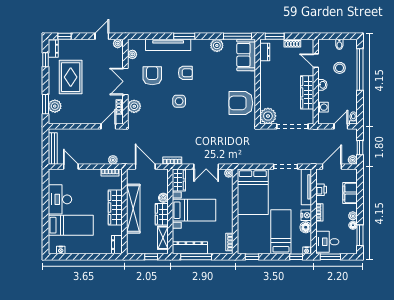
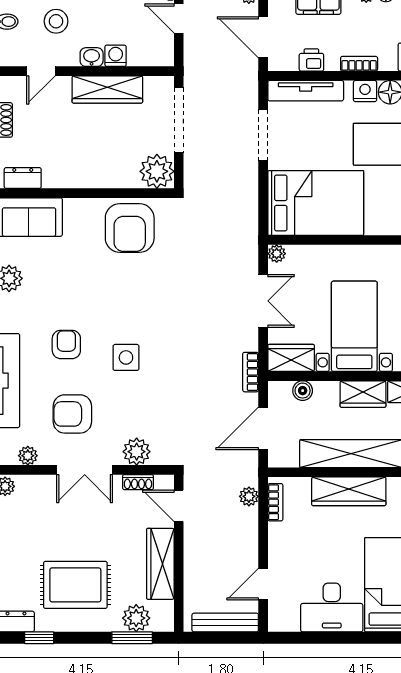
washing machine: (323, 107) -> (116, 56), moved
wardrobe: (81, 118) -> (160, 564), added
boiler: (163, 198) -> (303, 391), moved

